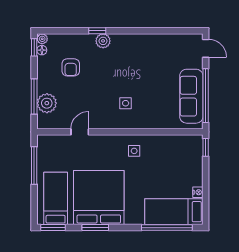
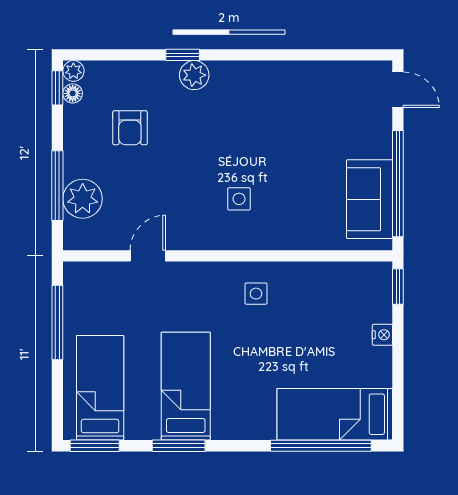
sofa: (191, 96) -> (369, 199), width x0.73
nightstand: (198, 192) -> (382, 335), moved
bed: (99, 198) -> (186, 386), width x0.49

